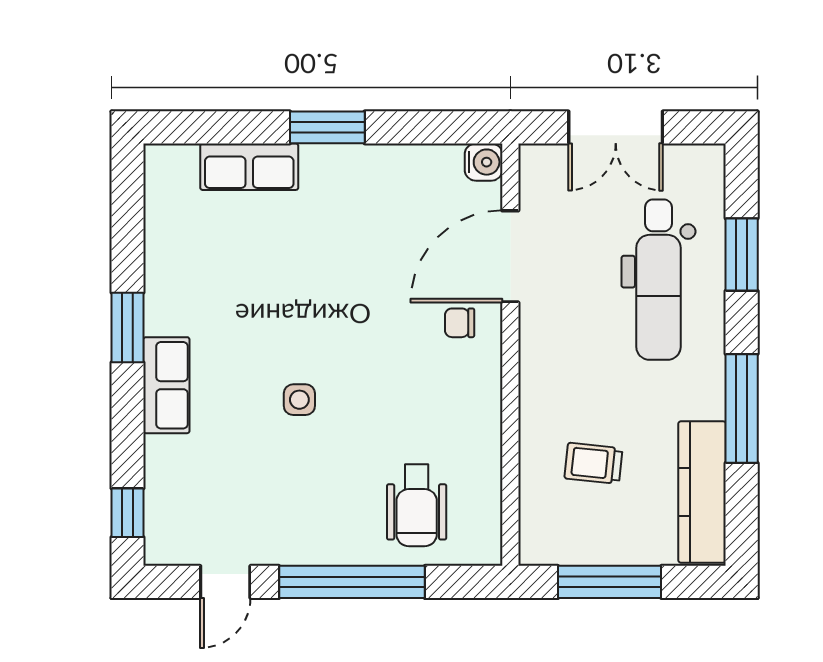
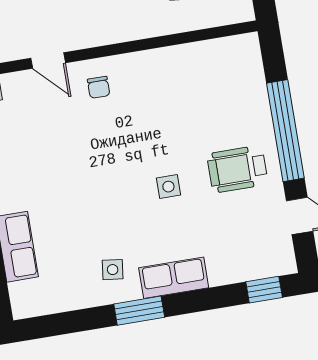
door: (510, 256) -> (48, 61), width x0.53
side table: (193, 299) -> (113, 270), added
wheelchair: (417, 505) -> (237, 169), moved, turned 180

